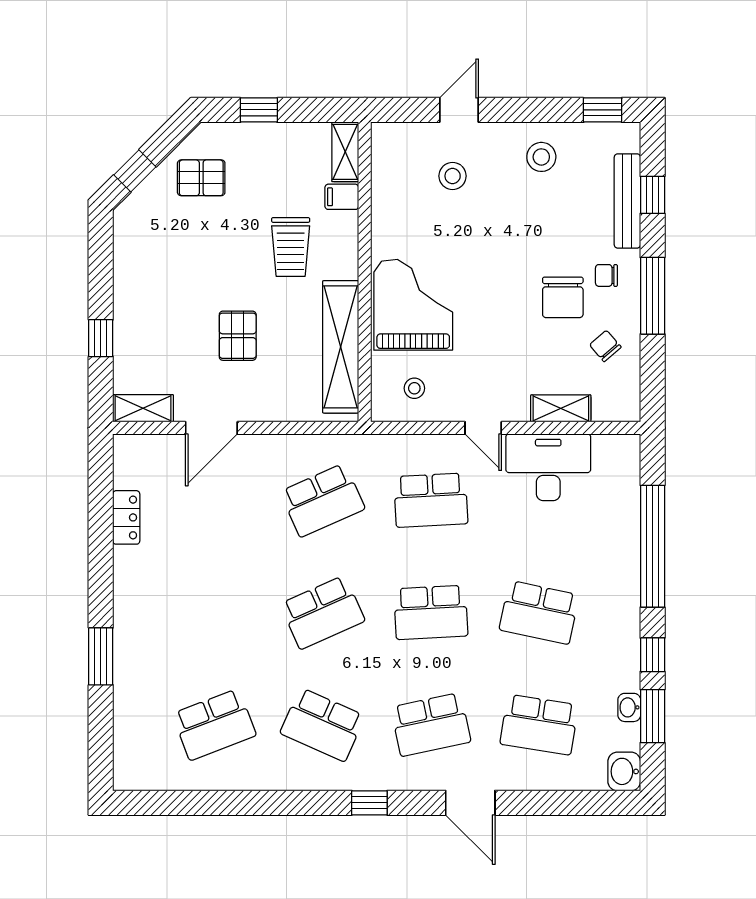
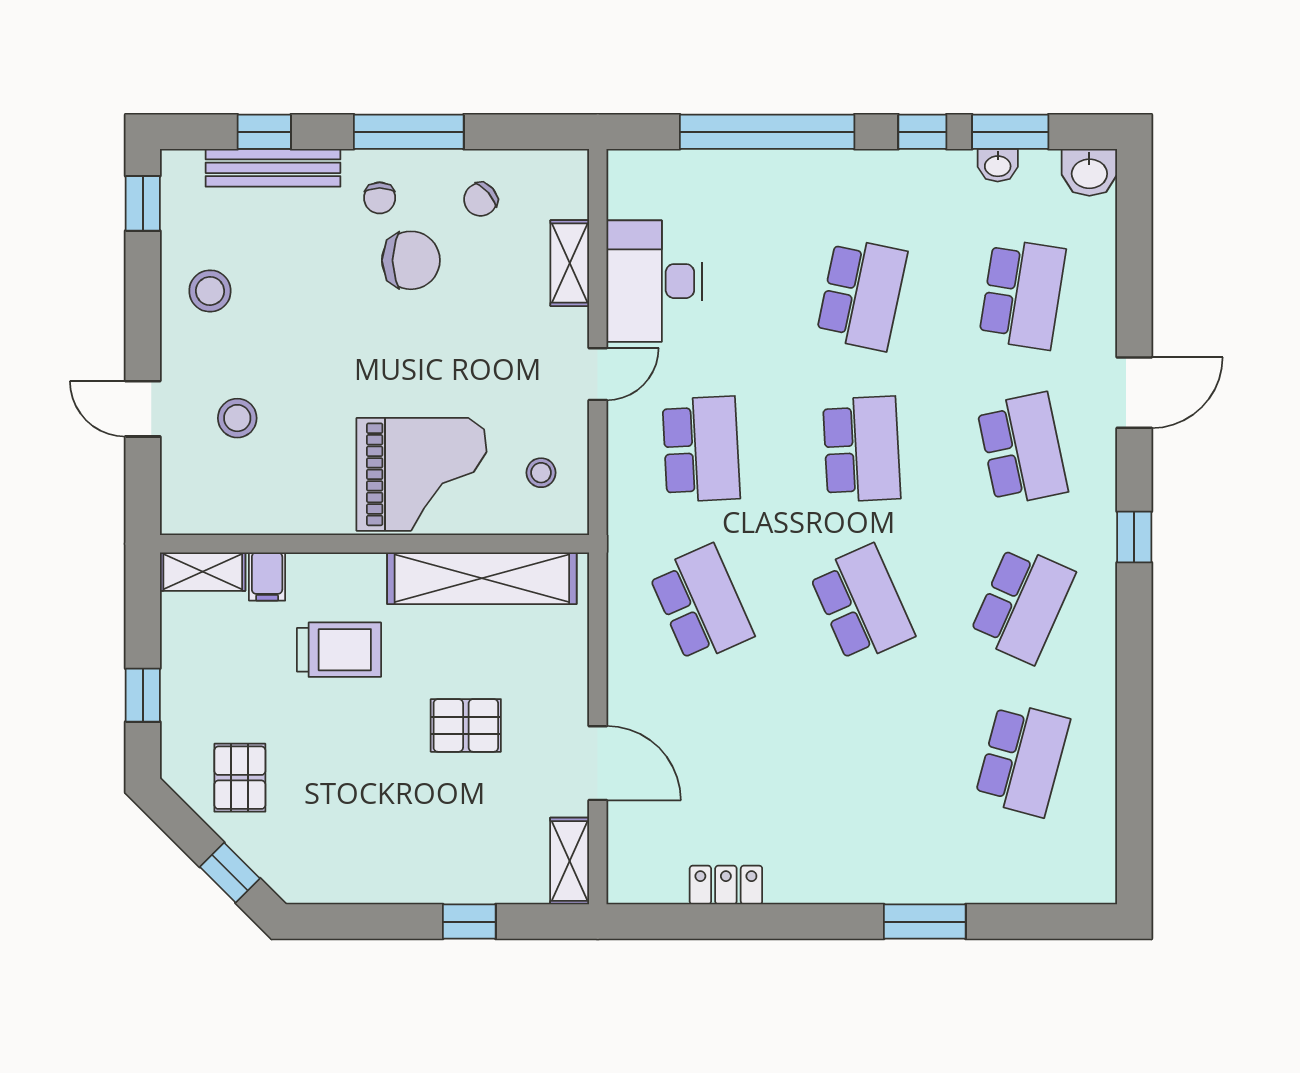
grand piano: (413, 305) -> (422, 474), turned 180
school desk: (214, 725) -> (1022, 759), turned 36

